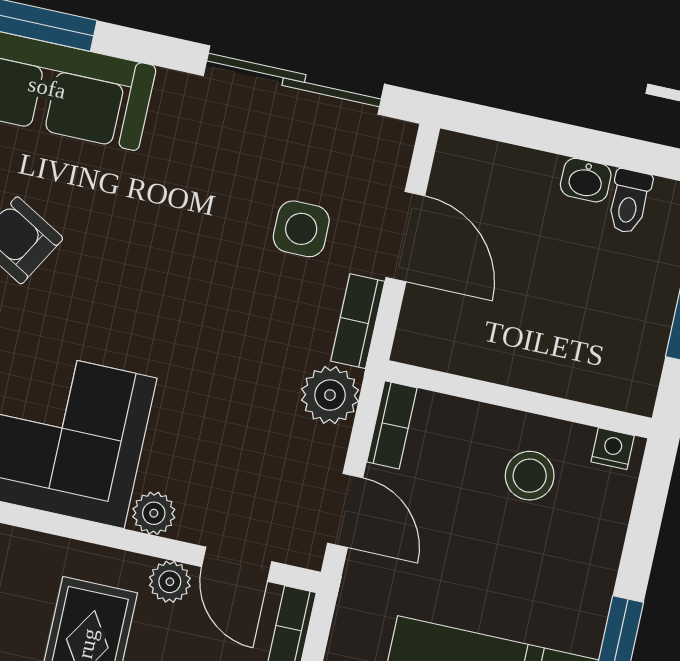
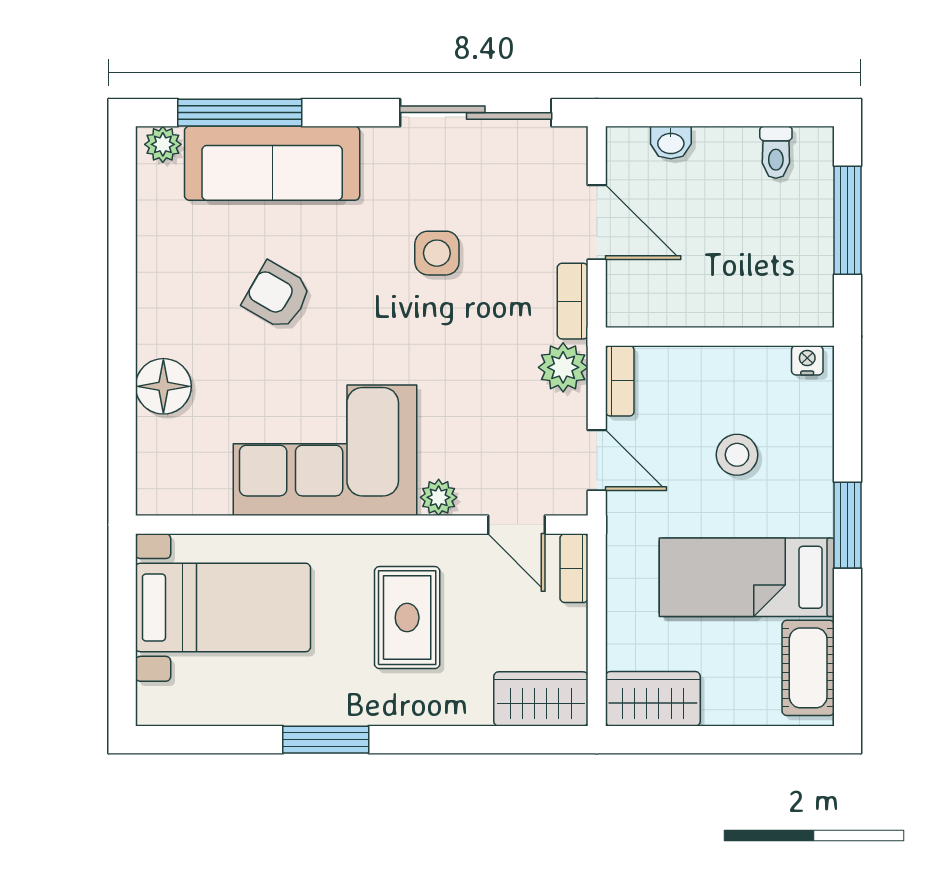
washbasin: (586, 180) -> (671, 142), moved
side table: (301, 229) -> (437, 253), moved
stool: (530, 476) -> (737, 455), moved
plant: (170, 582) -> (464, 551), removed

